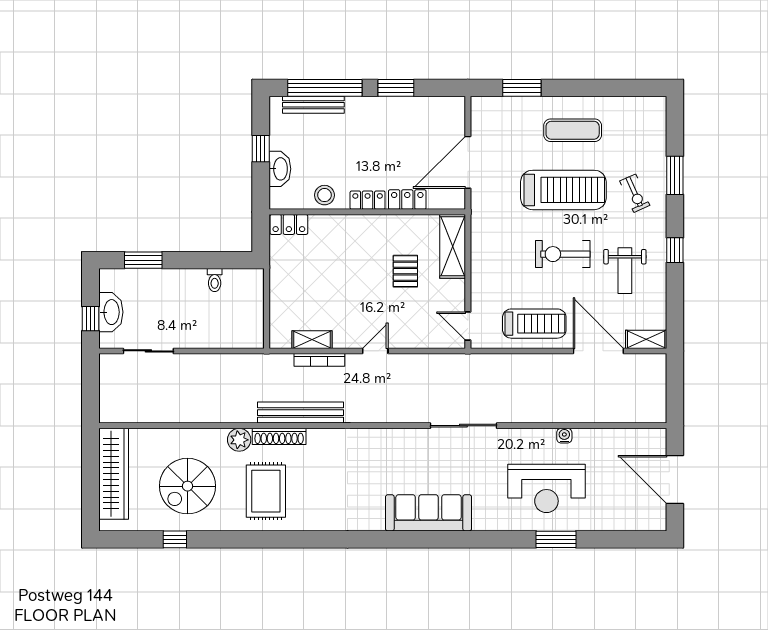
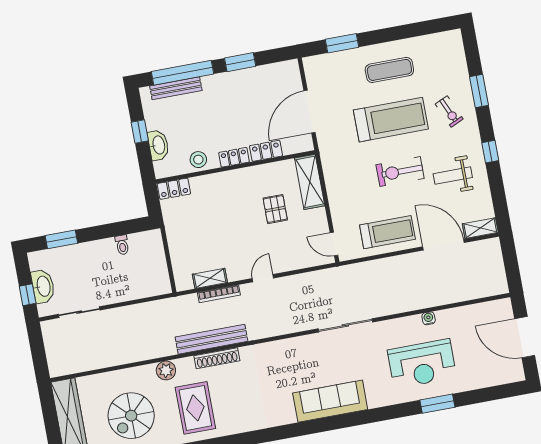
weight bench: (625, 271) -> (453, 176), turned 90
shoe rack: (279, 436) -> (217, 358), moved

